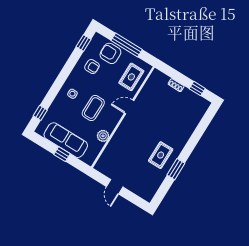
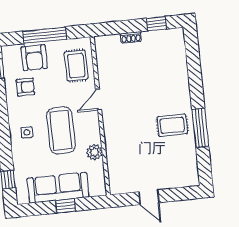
armchair: (110, 53) -> (34, 58), turned -90
coffee table: (93, 108) -> (61, 130), width x1.36, depth x1.32
rug: (161, 155) -> (172, 125), turned 90
window: (176, 169) -> (200, 128), width x1.44

